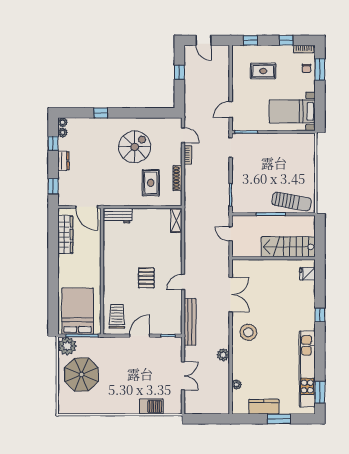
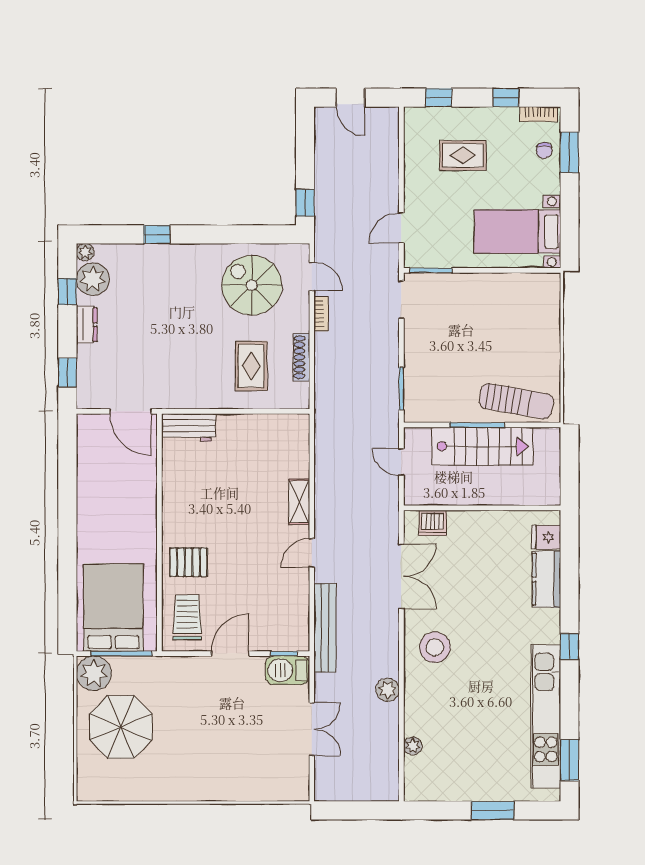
window: (179, 72) -> (305, 203), moved
plant: (63, 133) -> (93, 279), width x1.88, depth x1.88
spiral stairs: (135, 147) -> (252, 285), moved, turned -90
shelving: (176, 220) -> (299, 502), moved
wardrobe: (65, 235) -> (90, 463), removed
stairs: (288, 247) -> (482, 446), moved, turned 180
dishwasher: (247, 266) -> (433, 523), added
pallet: (146, 278) -> (189, 562), moved, turned 90
window: (320, 315) -> (570, 647), moved
barbecue: (151, 406) -> (287, 670), moved, turned 180
kitchen counter: (264, 407) -> (546, 579), moved, turned -90

